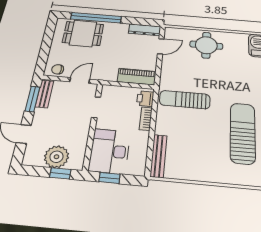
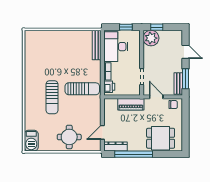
window: (96, 18) -> (134, 154), moved
piano: (137, 77) -> (131, 104), moved
door: (80, 80) -> (156, 97), swing flipped
sun lounger: (243, 133) -> (52, 97), moved, width x0.73, depth x0.75
desk: (110, 151) -> (116, 47), moved, turned 180
plant: (57, 157) -> (151, 38), moved

